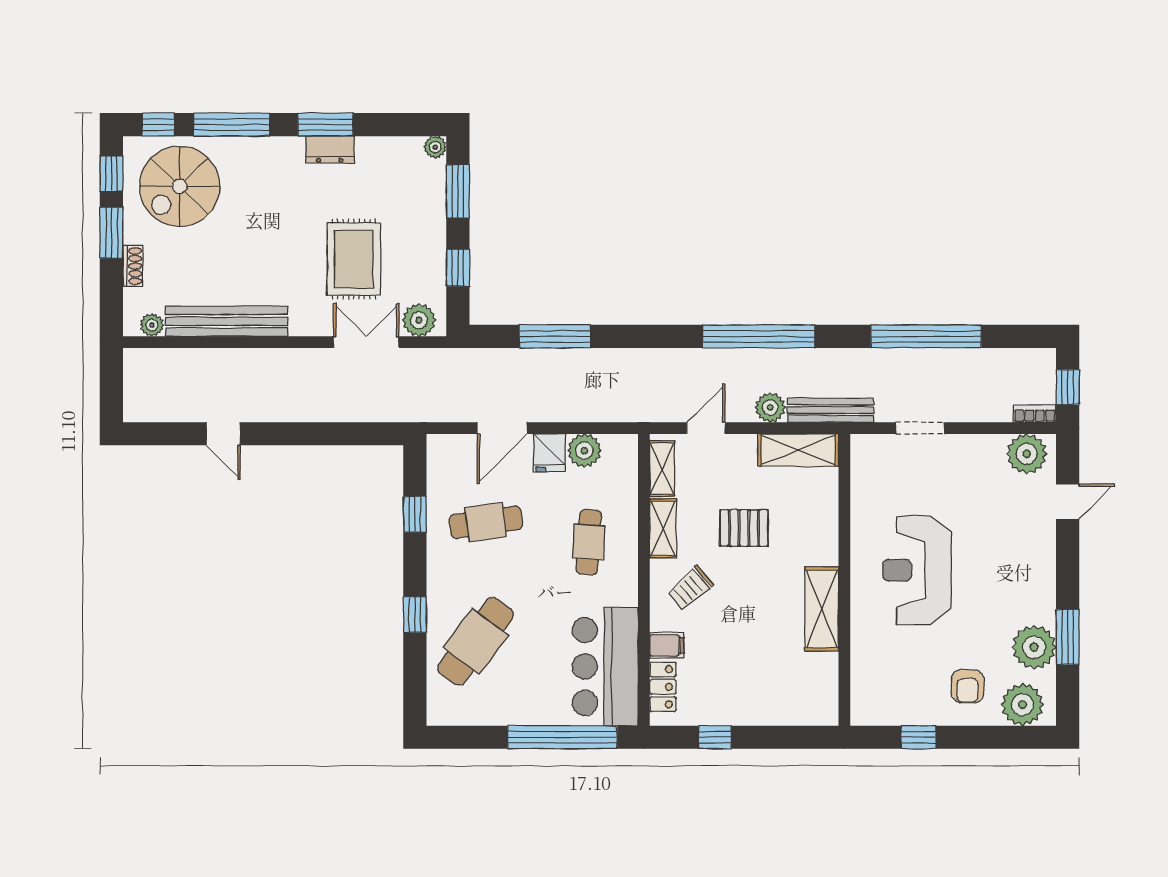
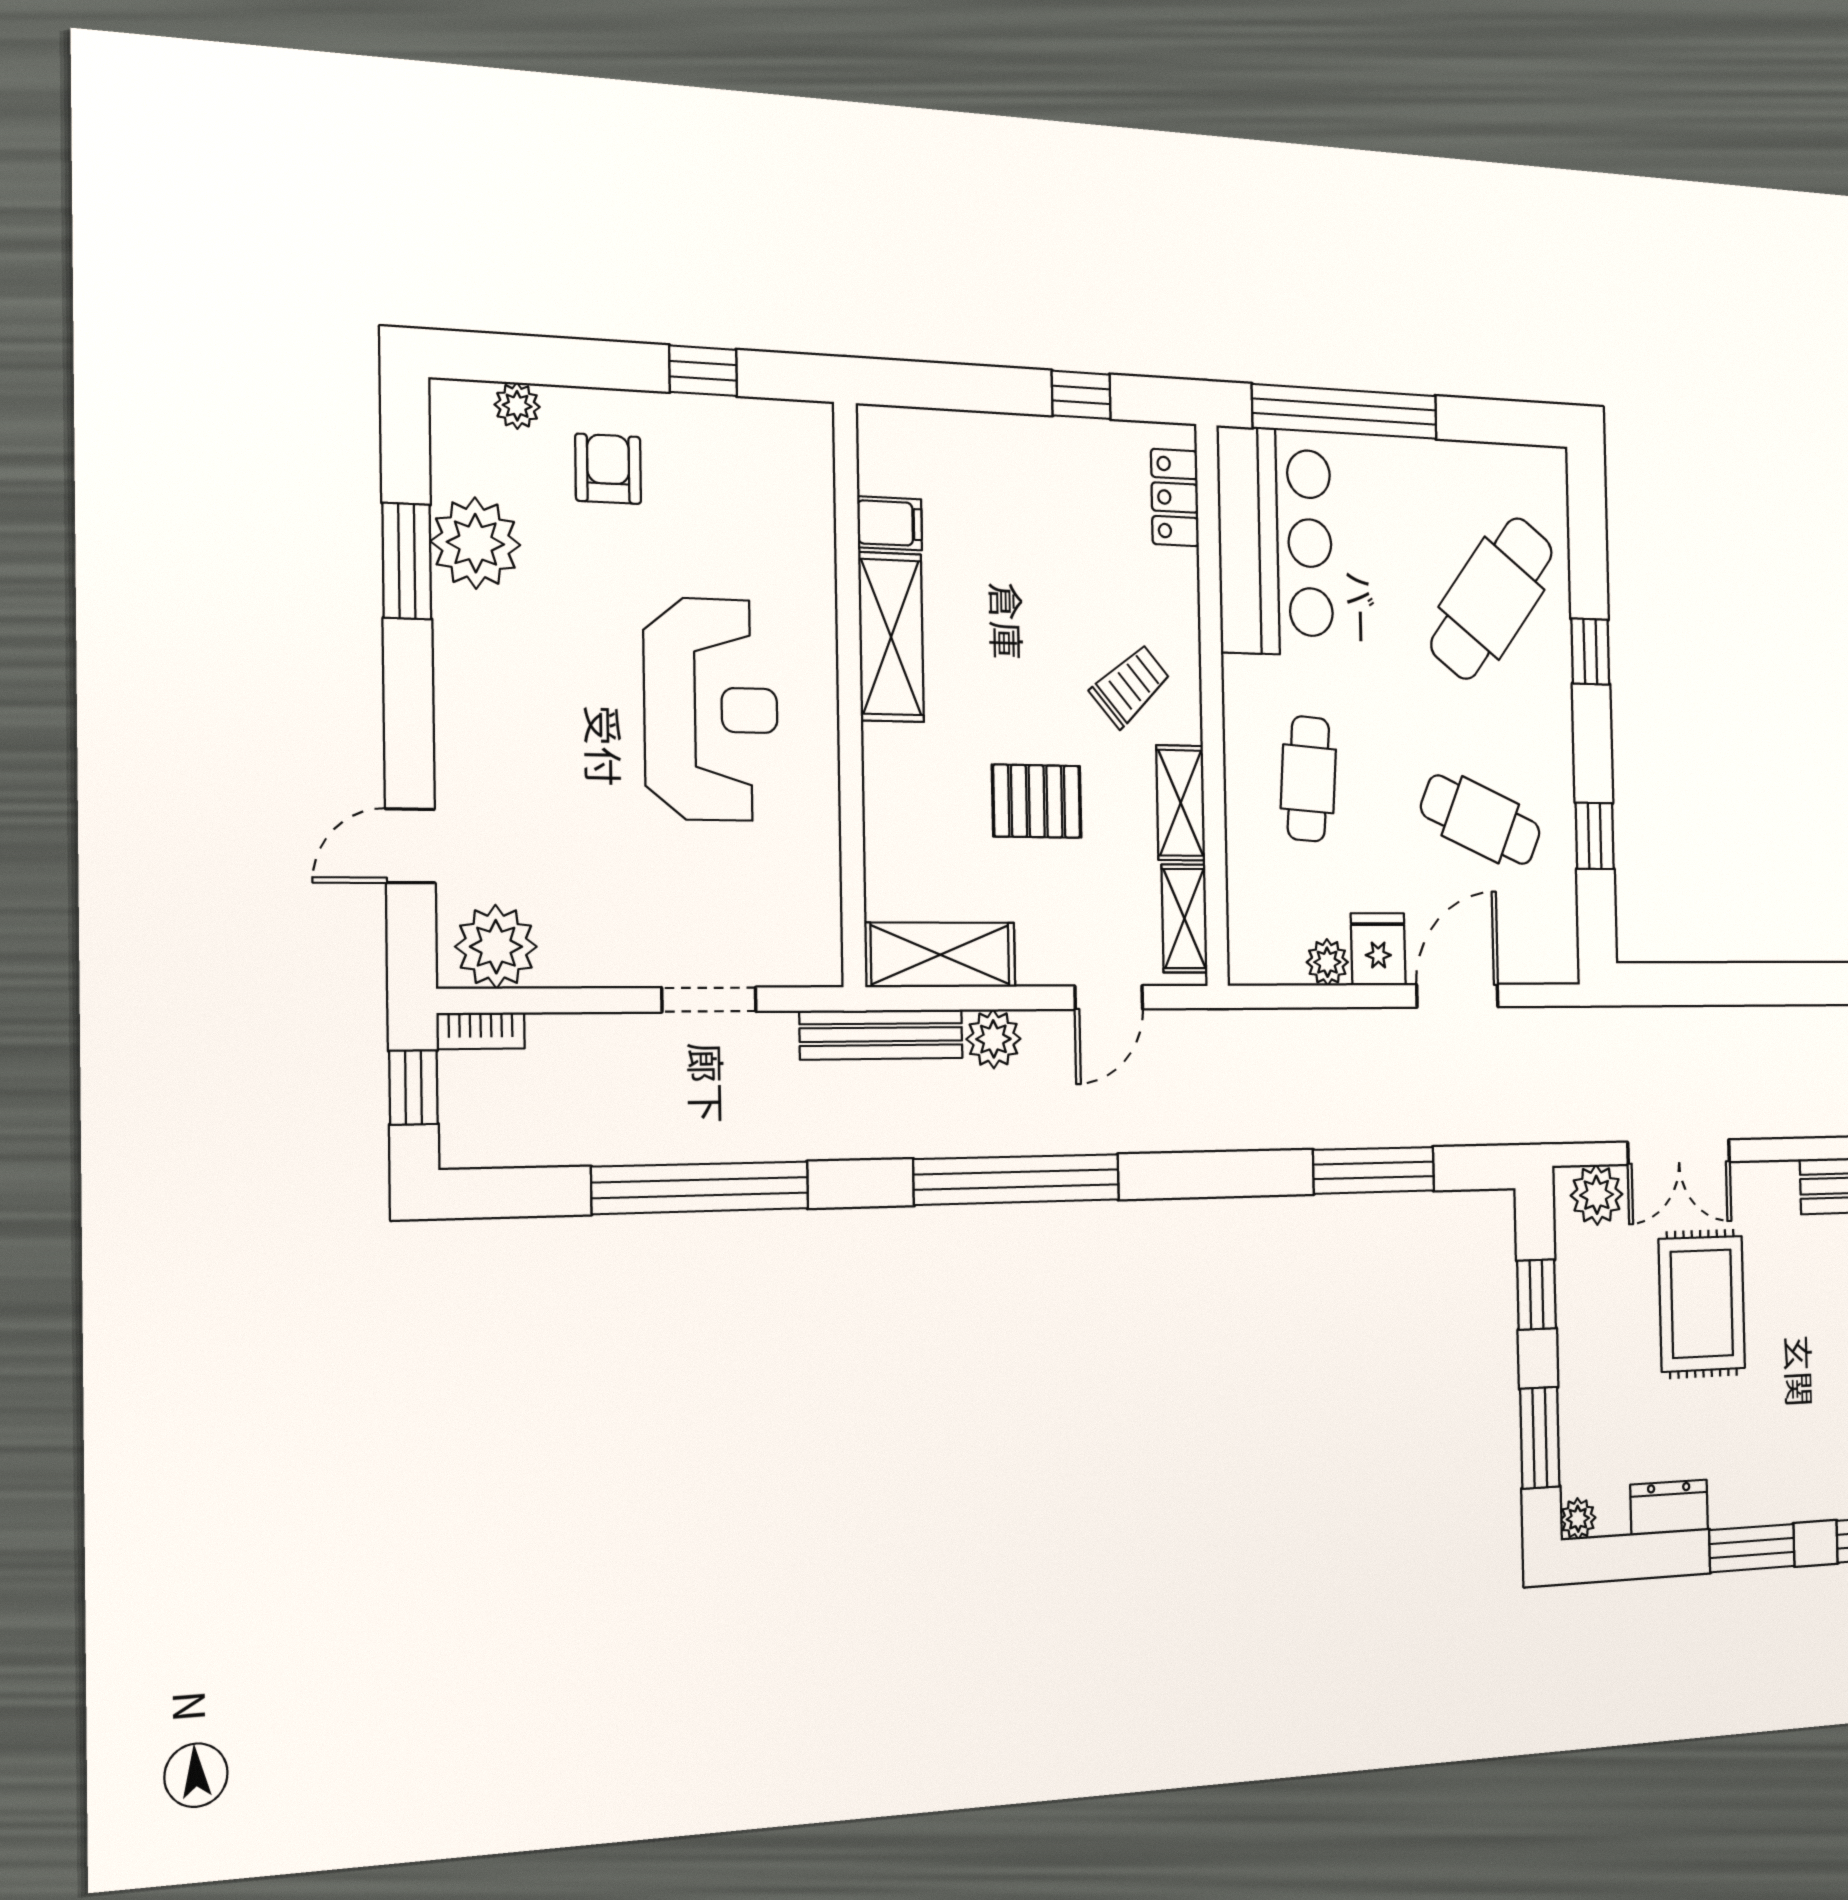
dresser: (330, 150) -> (1669, 1507), moved
plant: (584, 451) -> (1327, 962), width x0.73, depth x0.73
cafe table: (486, 522) -> (1480, 820), turned 31
filing cabinet: (667, 645) -> (890, 523), moved, turned 180
plant: (1023, 705) -> (517, 406), width x0.53, depth x0.53

